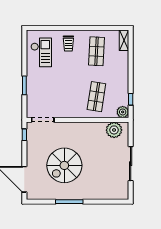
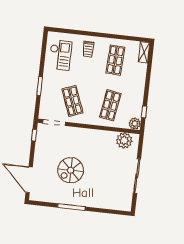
shop shelf: (58, 97) -> (72, 101), added
spiral stairs: (64, 165) -> (71, 170), width x0.73, depth x0.73

